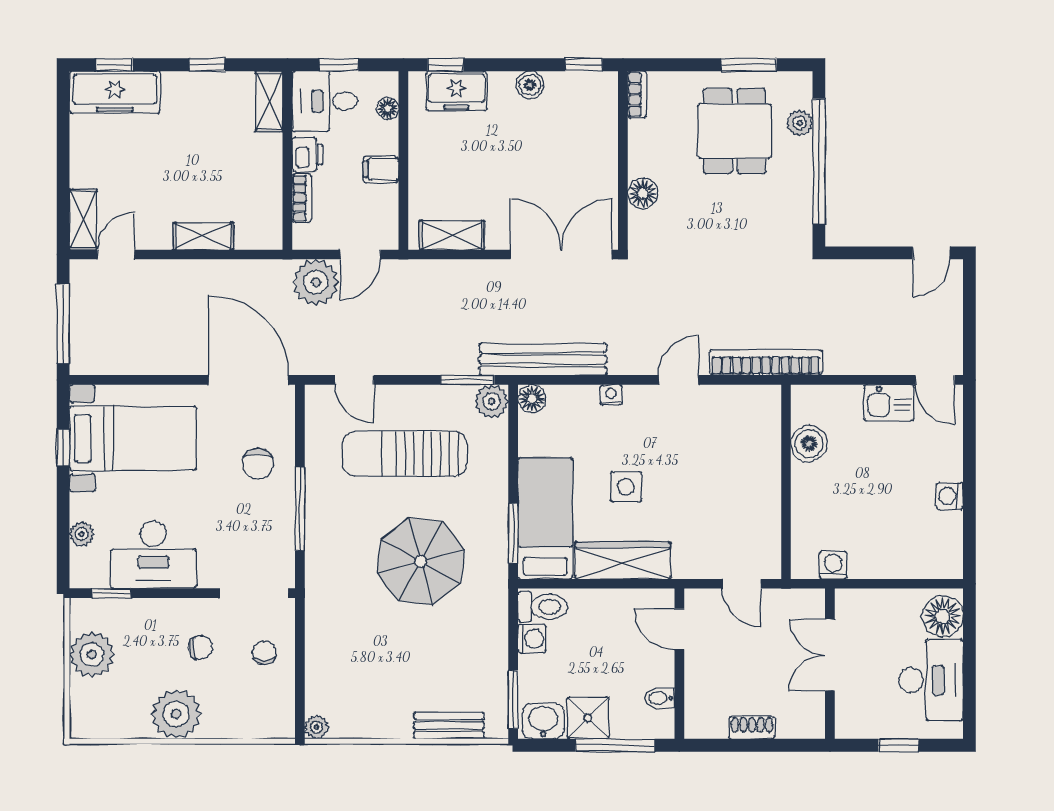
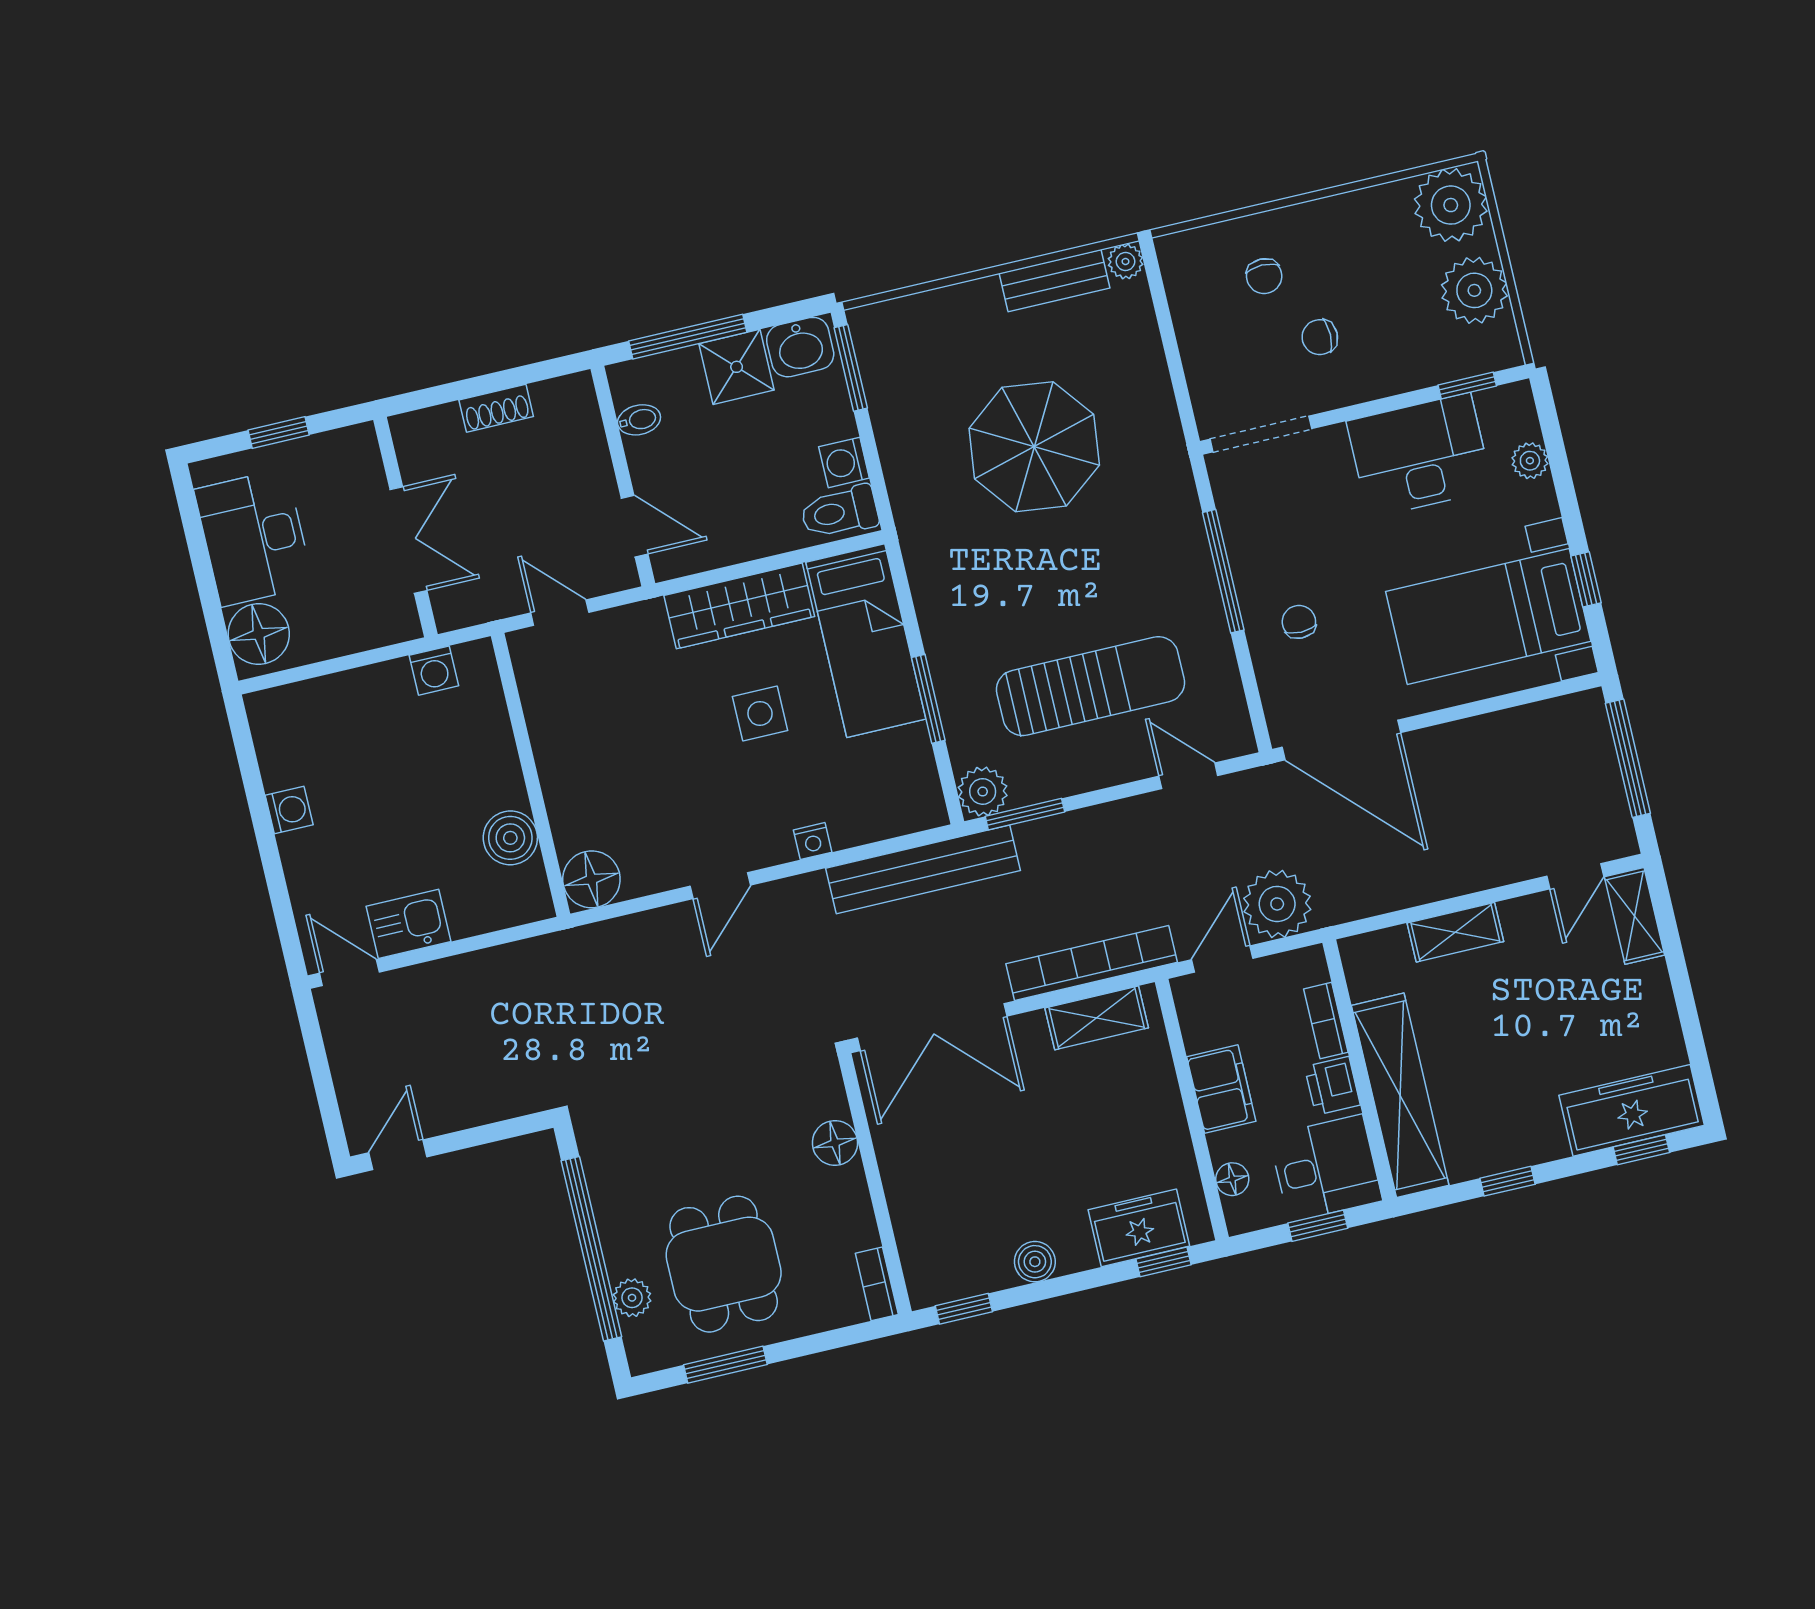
shelving: (269, 101) -> (1400, 1095), width x2.20, depth x1.33
filing cabinet: (381, 169) -> (1221, 1089), width x2.00
bookcase: (766, 362) -> (1092, 963), moved, turned 180
floor lamp: (532, 399) -> (591, 879), moved, width x1.38, depth x1.38
chair: (258, 464) -> (1299, 622), width x0.73, depth x0.73
window: (513, 533) -> (928, 699), moved
parasol: (421, 561) -> (1034, 447), moved
chair: (264, 653) -> (1264, 276), moved
plant: (176, 714) -> (1451, 205), moved
bench: (449, 726) -> (1055, 281), moved

